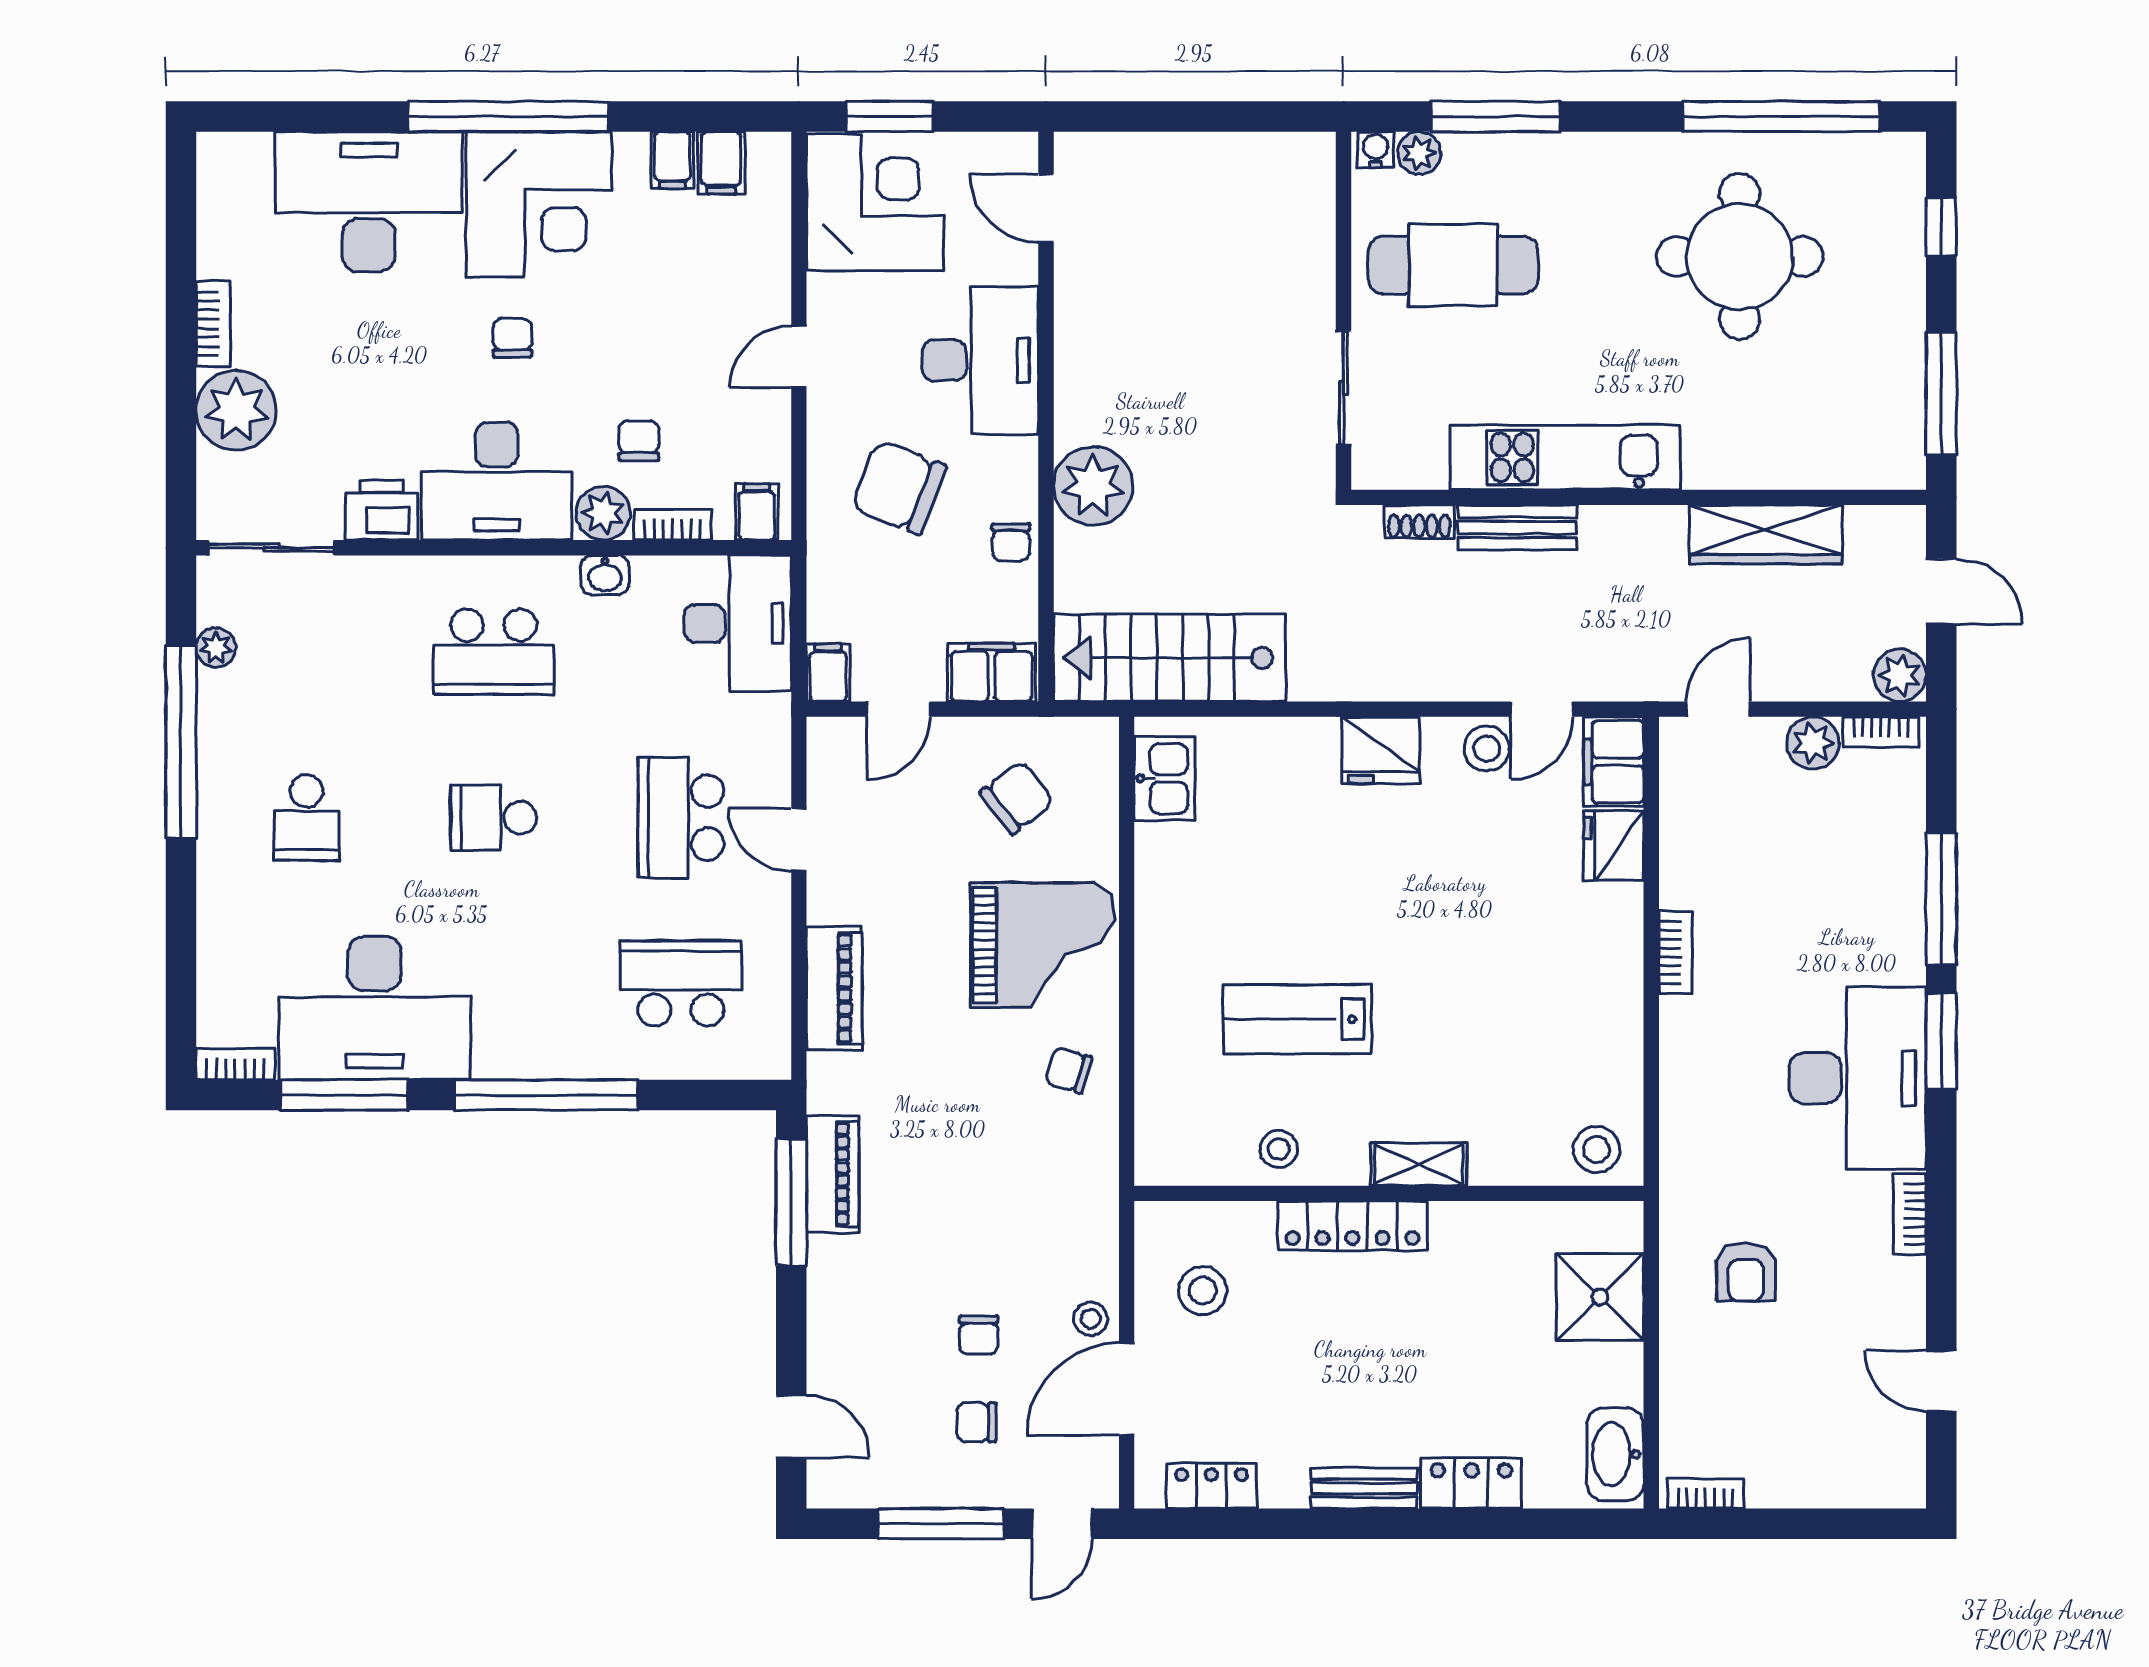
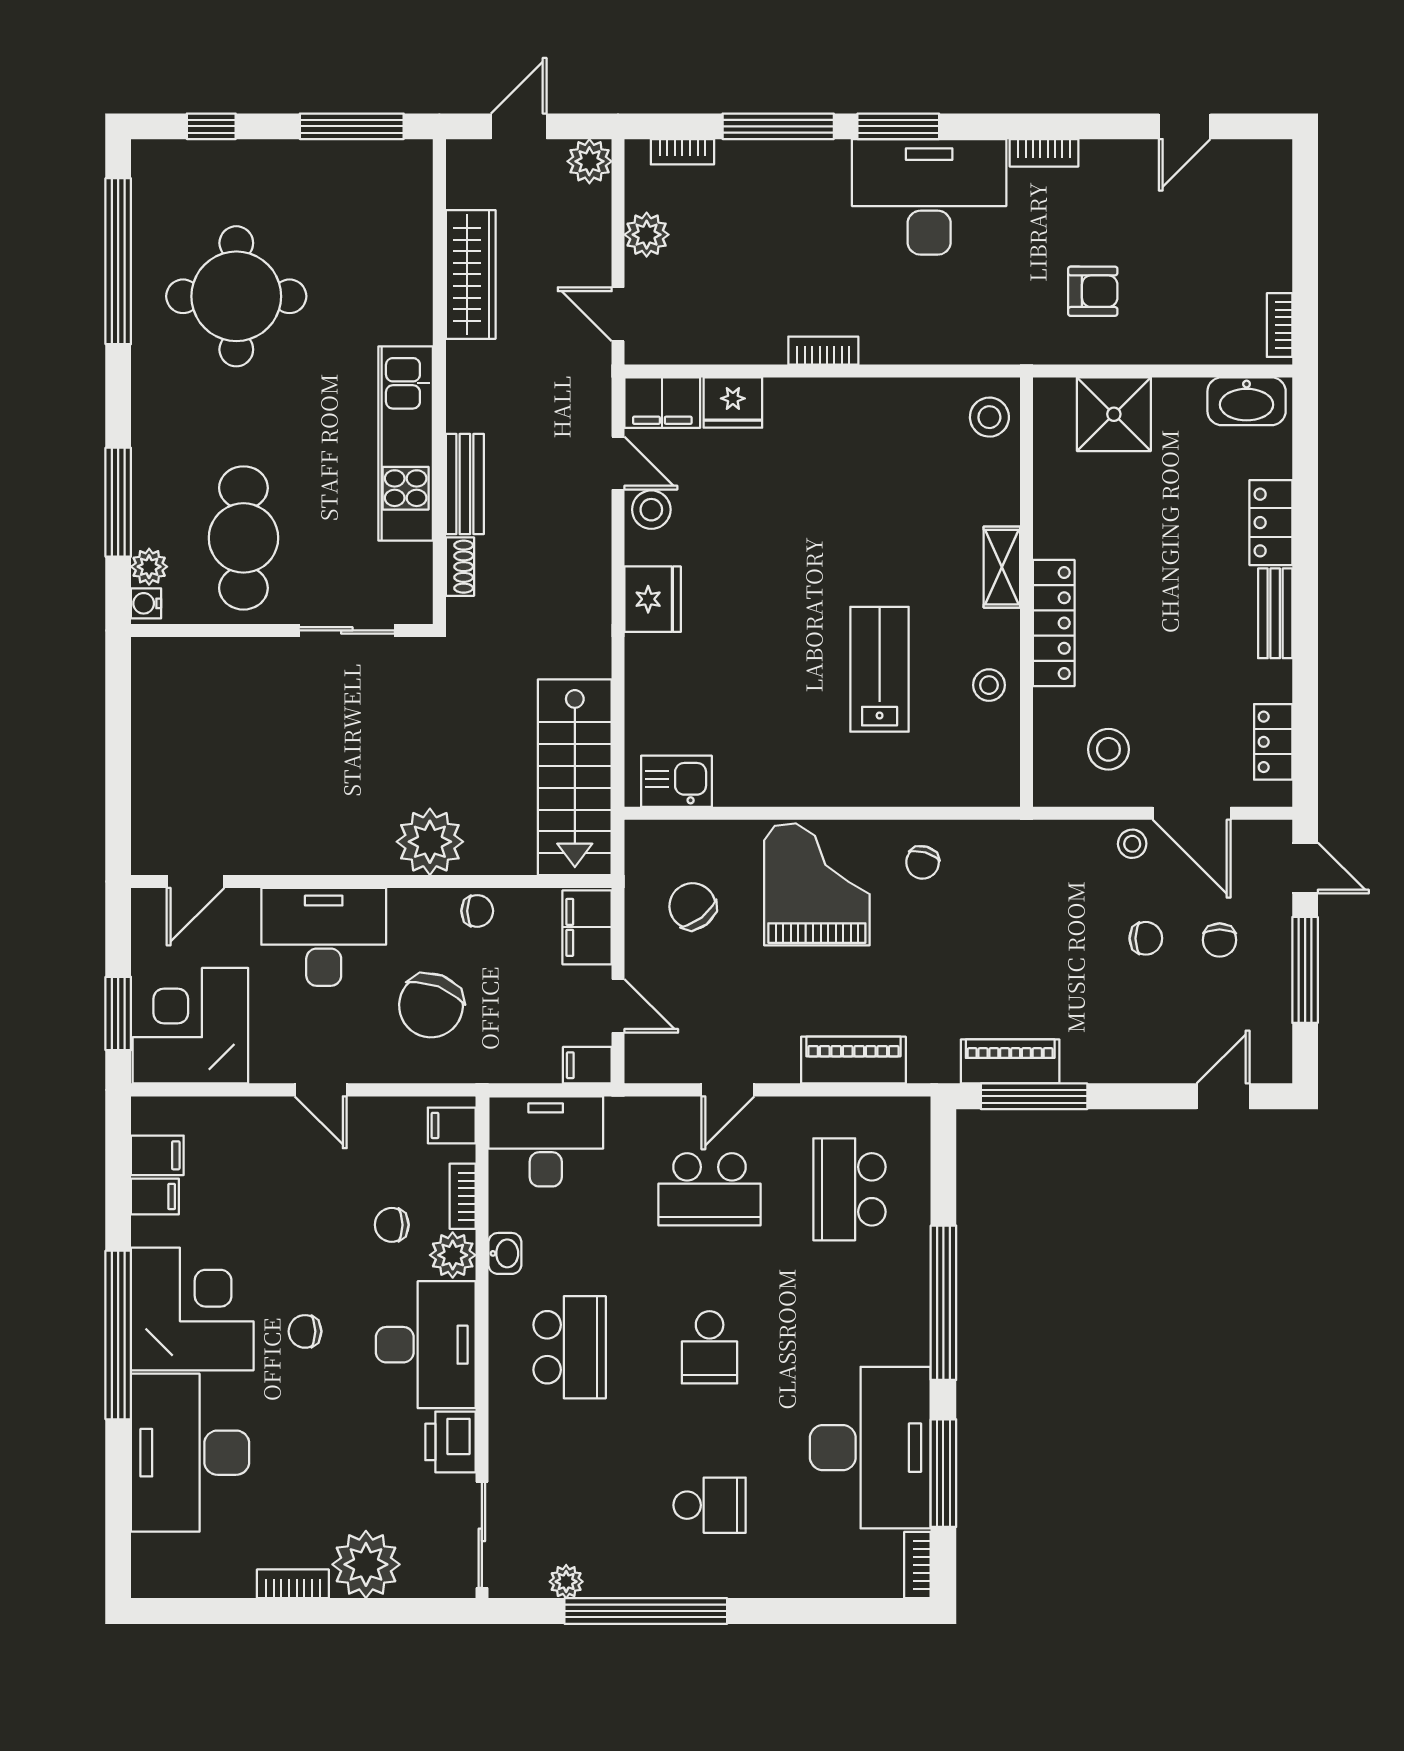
bookcase: (1881, 732) -> (682, 152), moved, turned 90
lab bench: (1297, 1019) -> (880, 669), turned 180

